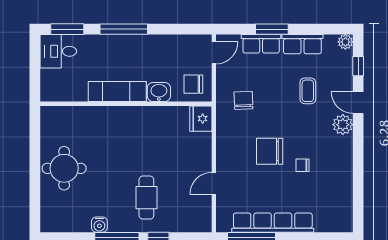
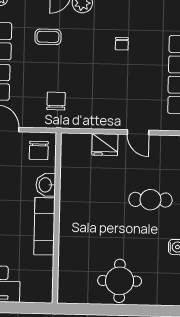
chair: (243, 100) -> (56, 101), turned 92
fridge: (201, 119) -> (105, 145), moved
chair: (270, 151) -> (107, 76), removed

